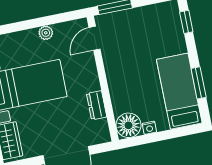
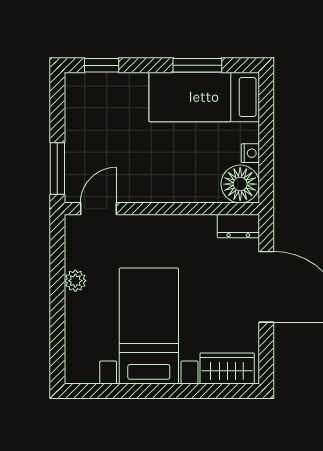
door: (95, 38) -> (98, 209), swing flipped
dresser: (97, 105) -> (238, 226), moved

